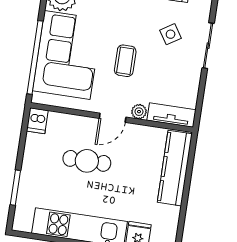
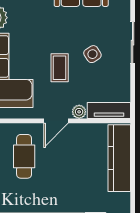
side table: (171, 34) -> (92, 54), moved
cafe table: (87, 161) -> (24, 156), moved, turned 90

